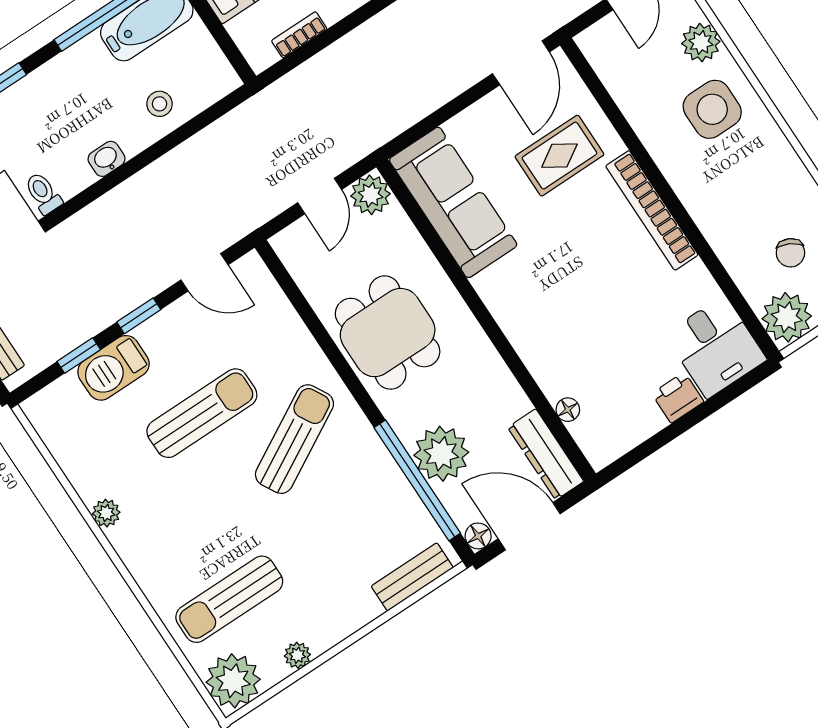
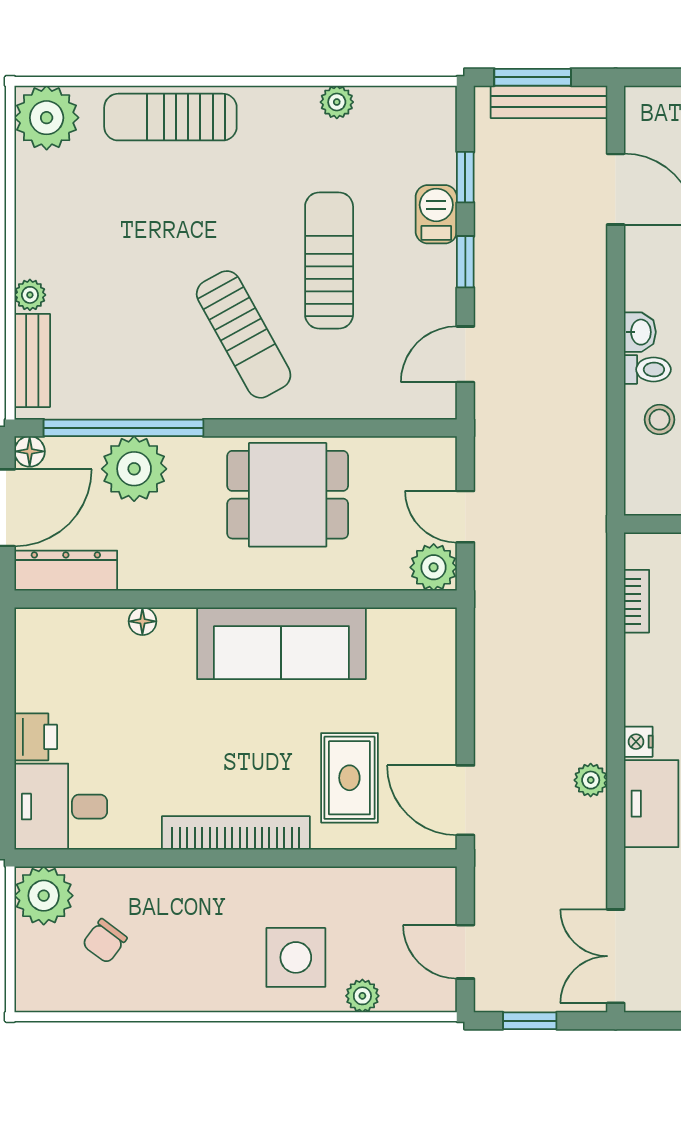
plant: (701, 43) -> (362, 996), width x0.73, depth x0.73
toilet: (43, 193) -> (647, 369), moved
sofa: (453, 202) -> (281, 643), moved
chair: (790, 253) -> (105, 941), turned -81
barbecue: (113, 368) -> (436, 214), width x0.73, depth x0.79
floor lamp: (568, 410) -> (142, 621), moved
sun lounger: (202, 413) -> (329, 261), turned 180
plant: (106, 513) -> (337, 102), moved
sun lounger: (229, 599) -> (170, 117), moved, turned -90
plant: (297, 655) -> (30, 295), moved

